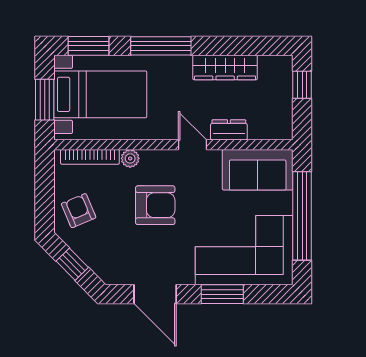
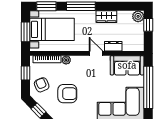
plant: (281, 67) -> (138, 16), added
wardrobe: (225, 68) -> (106, 17), width x0.67
window: (45, 186) -> (25, 73), added
armchair: (155, 205) -> (67, 94), moved

